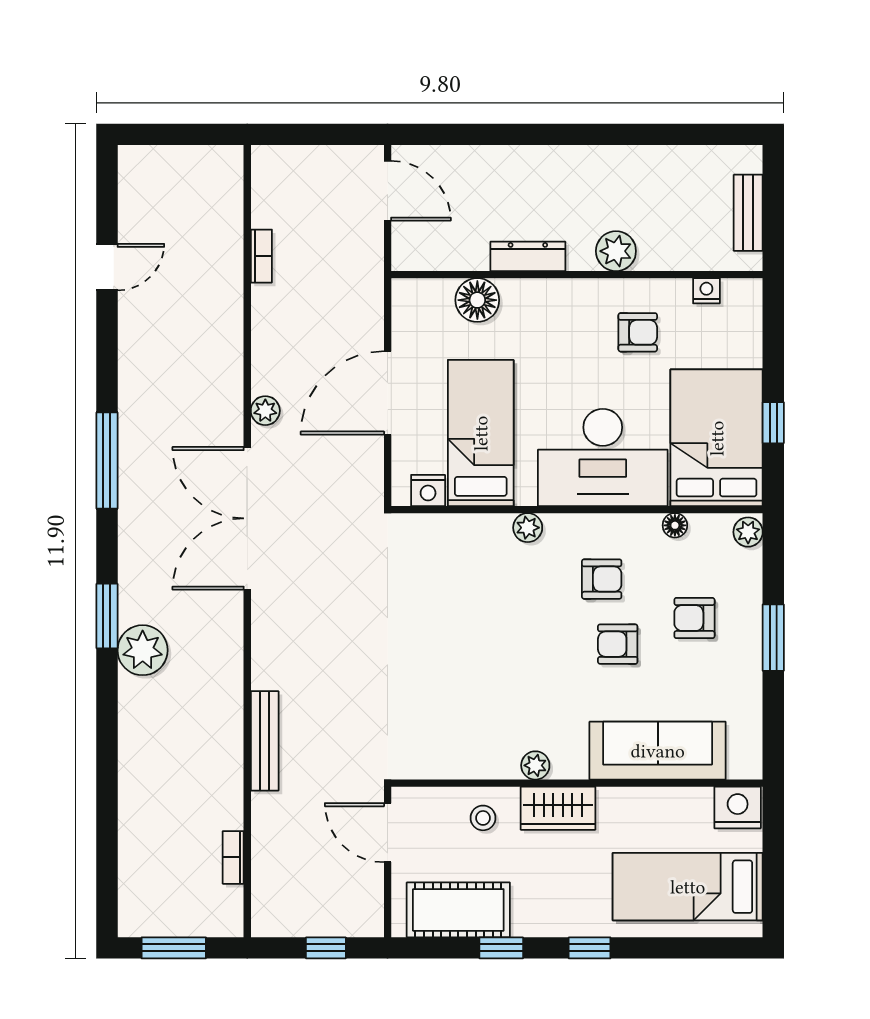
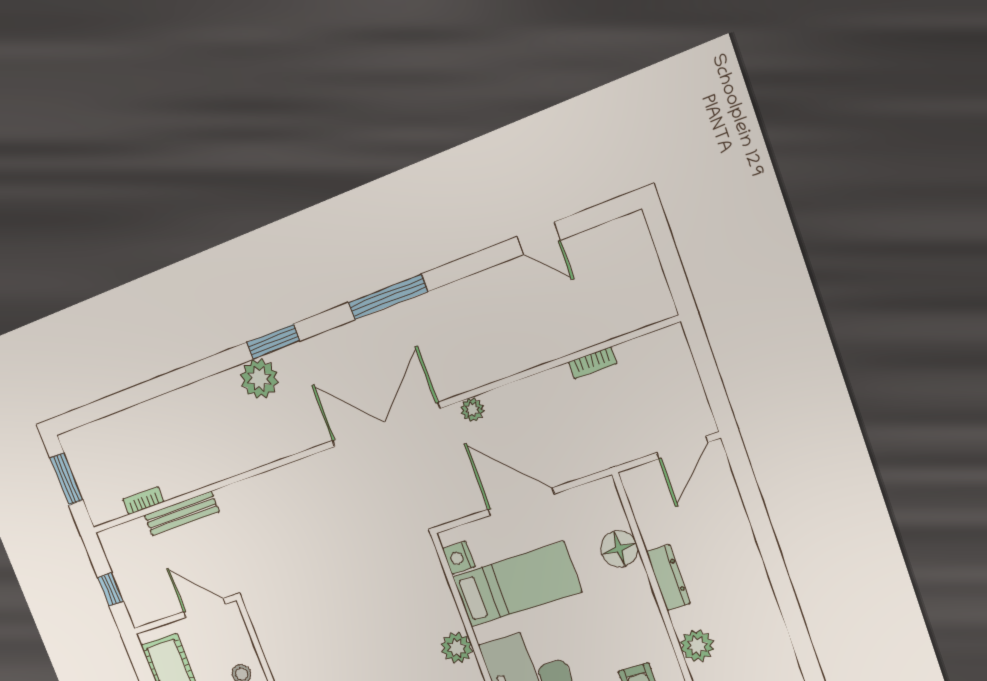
plant: (528, 528) -> (457, 648), width x1.38, depth x1.38
bench: (265, 741) -> (182, 513), moved
door: (388, 833) -> (204, 608), hinge flipped

